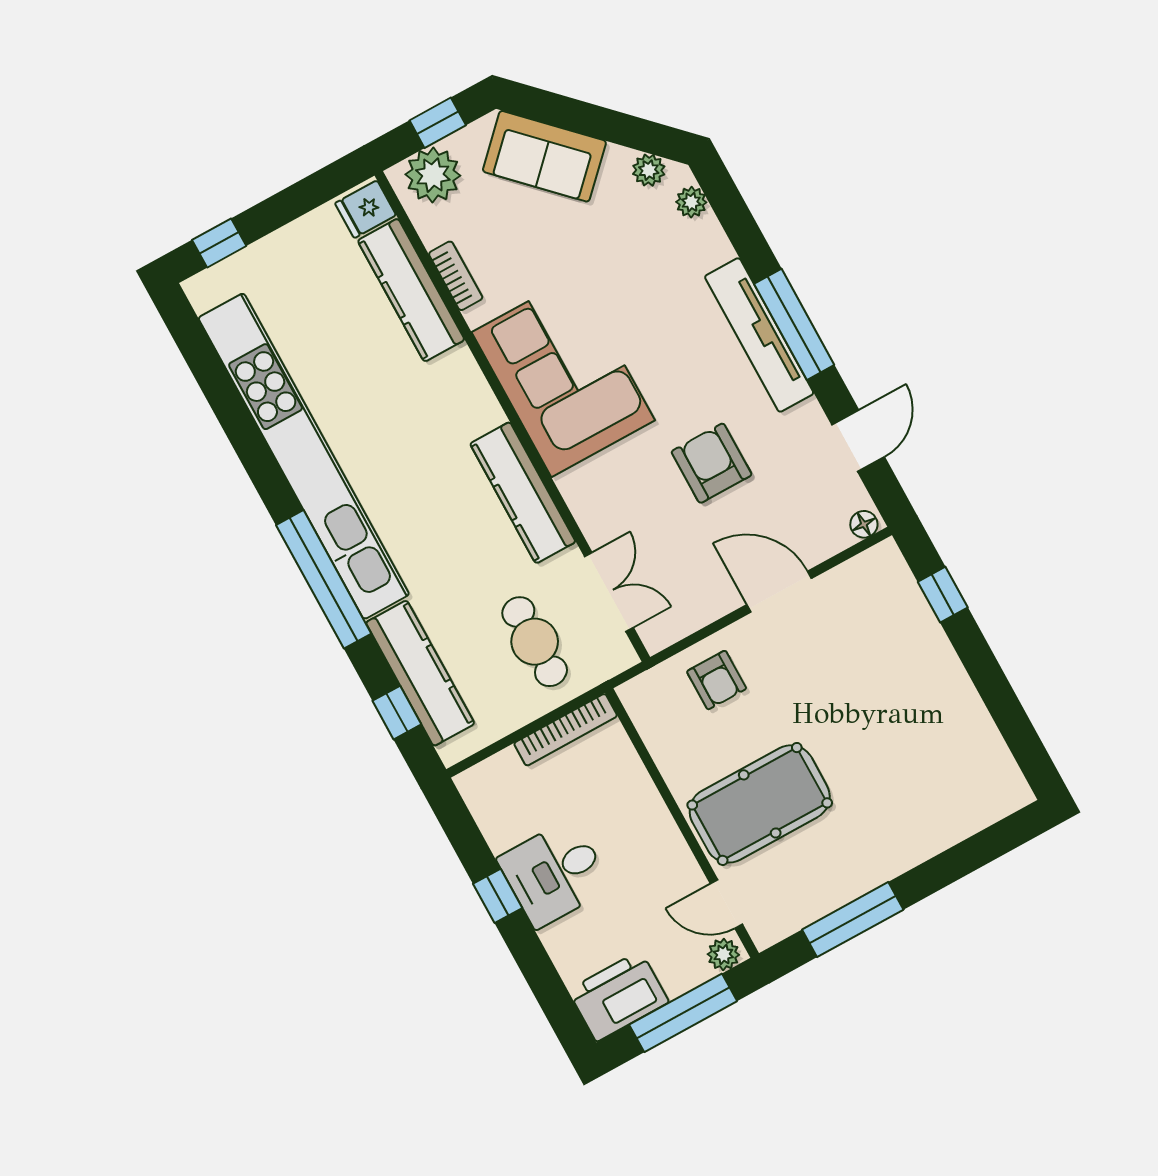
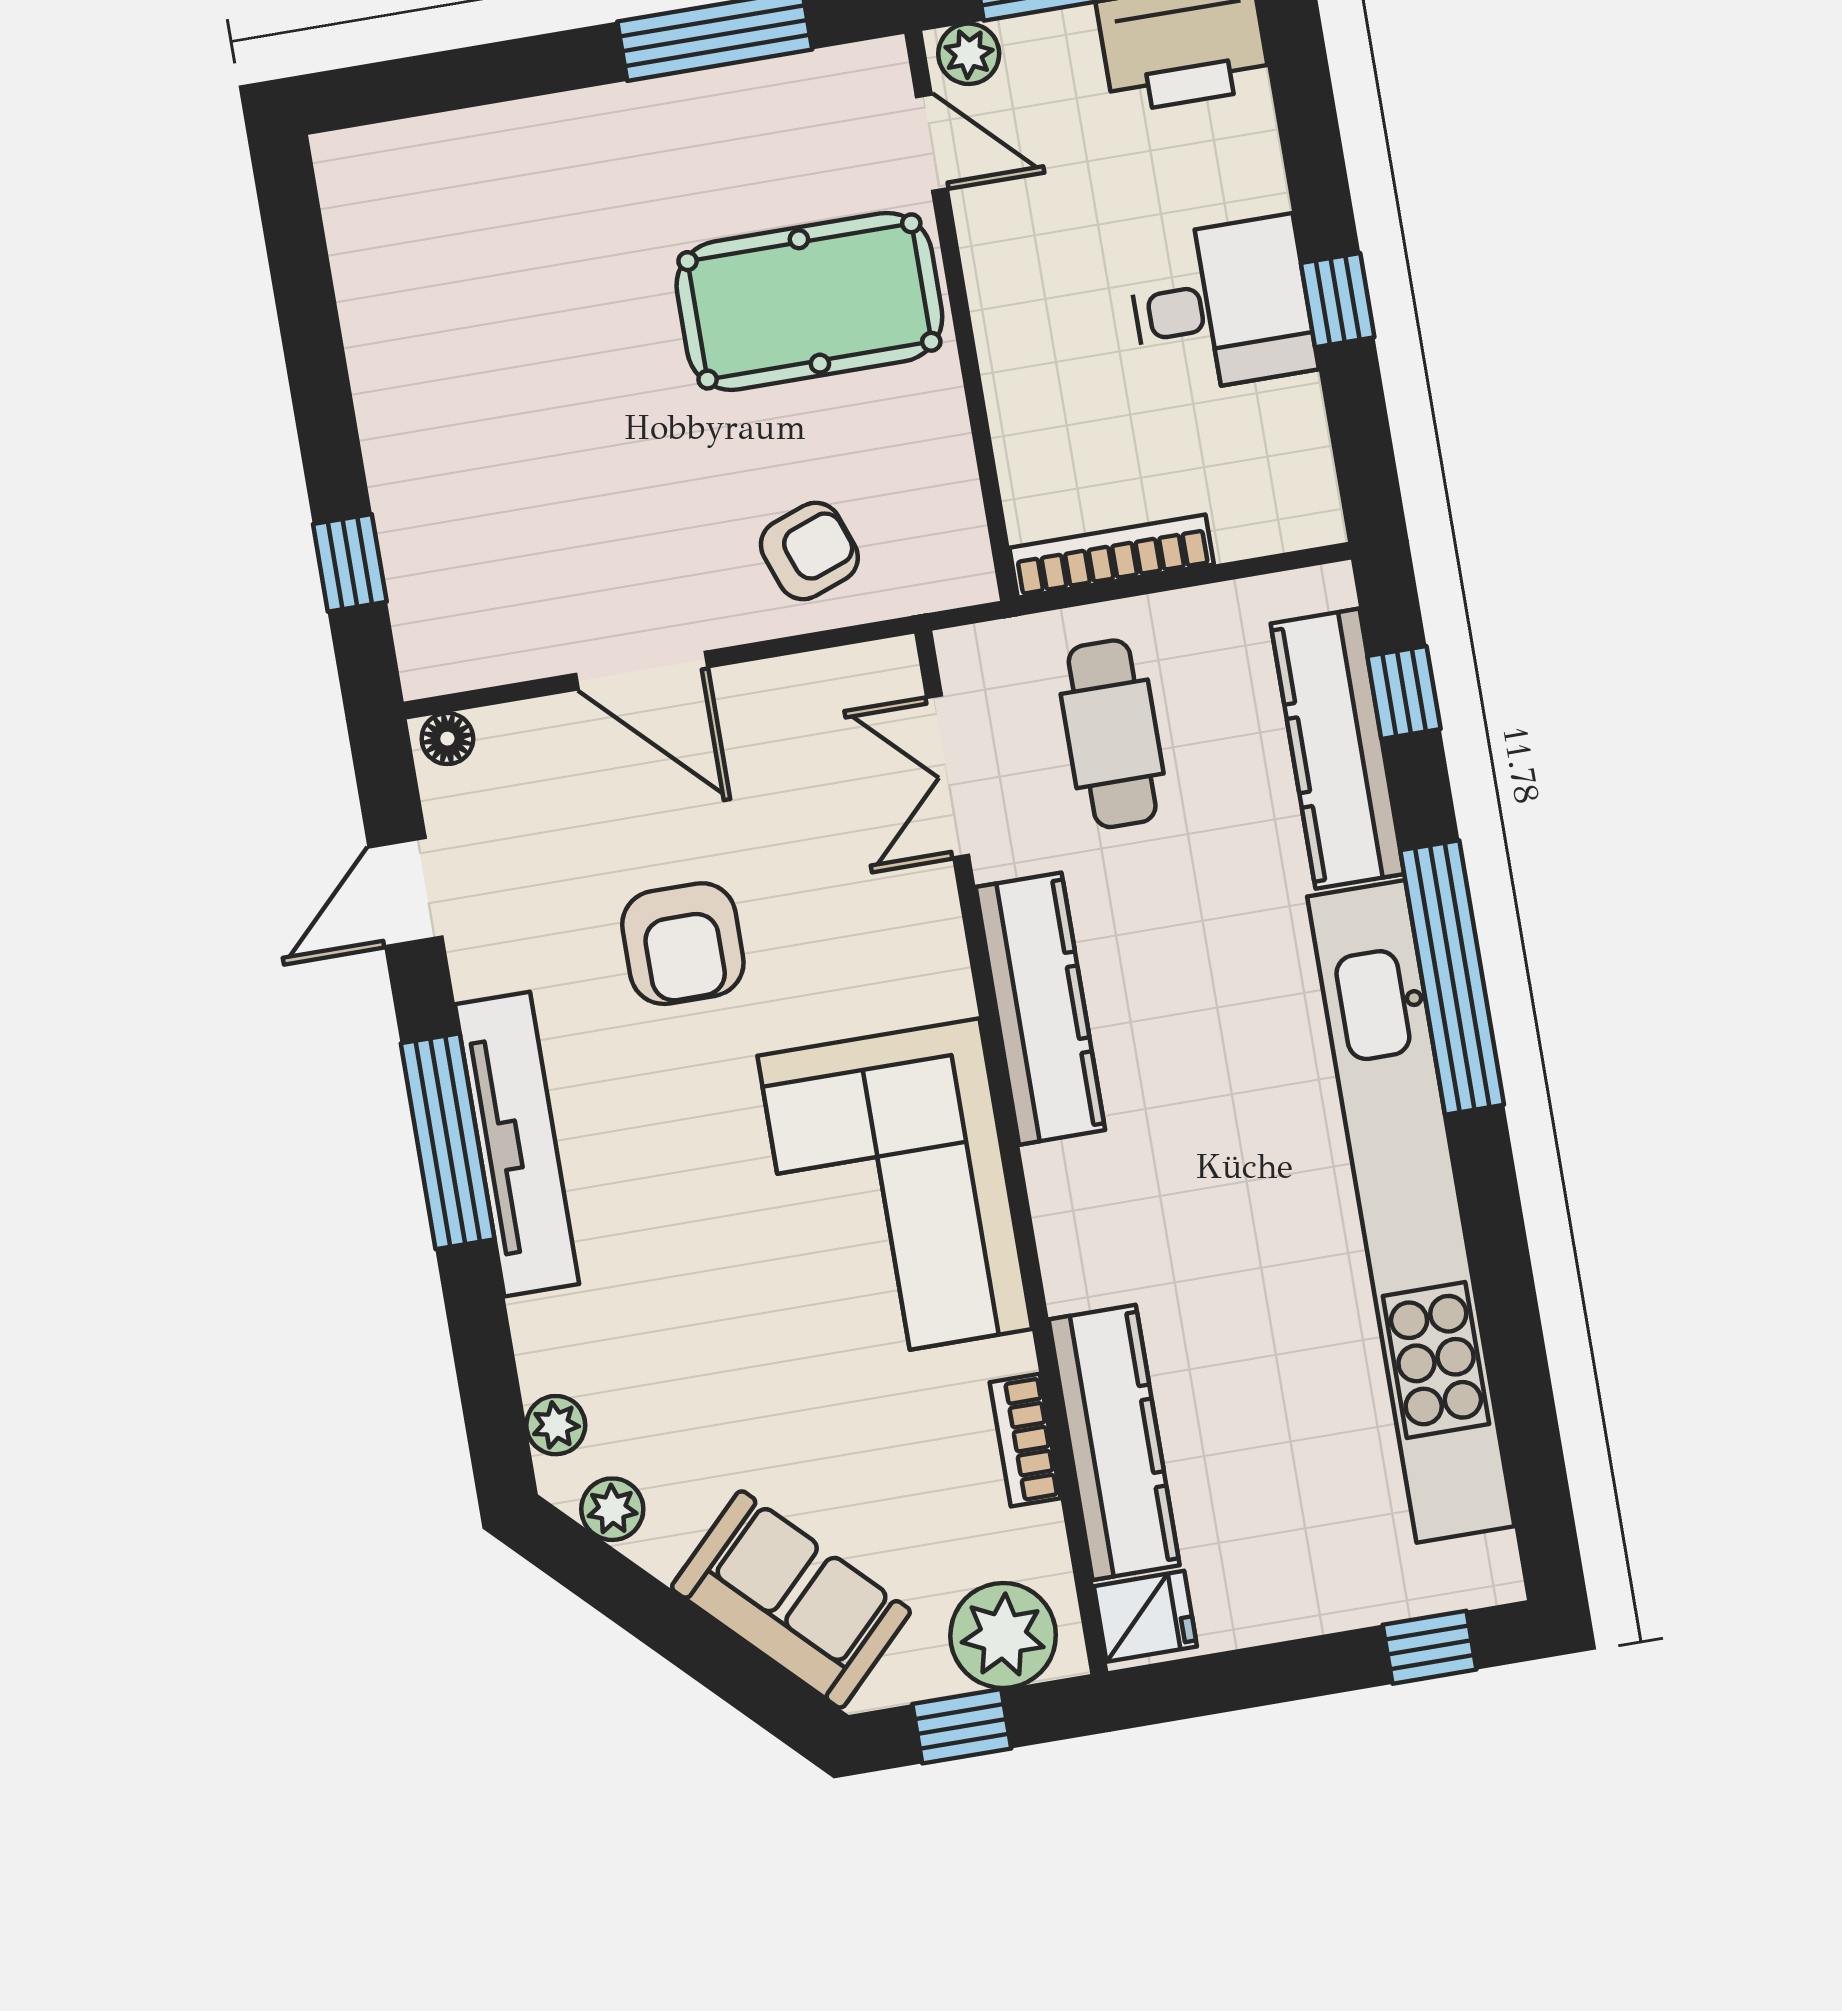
armchair: (717, 680) -> (809, 551), turned 70

